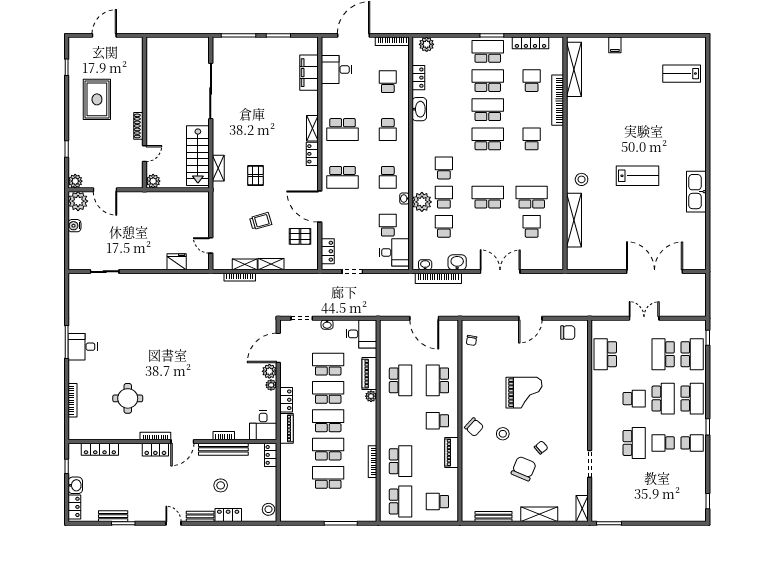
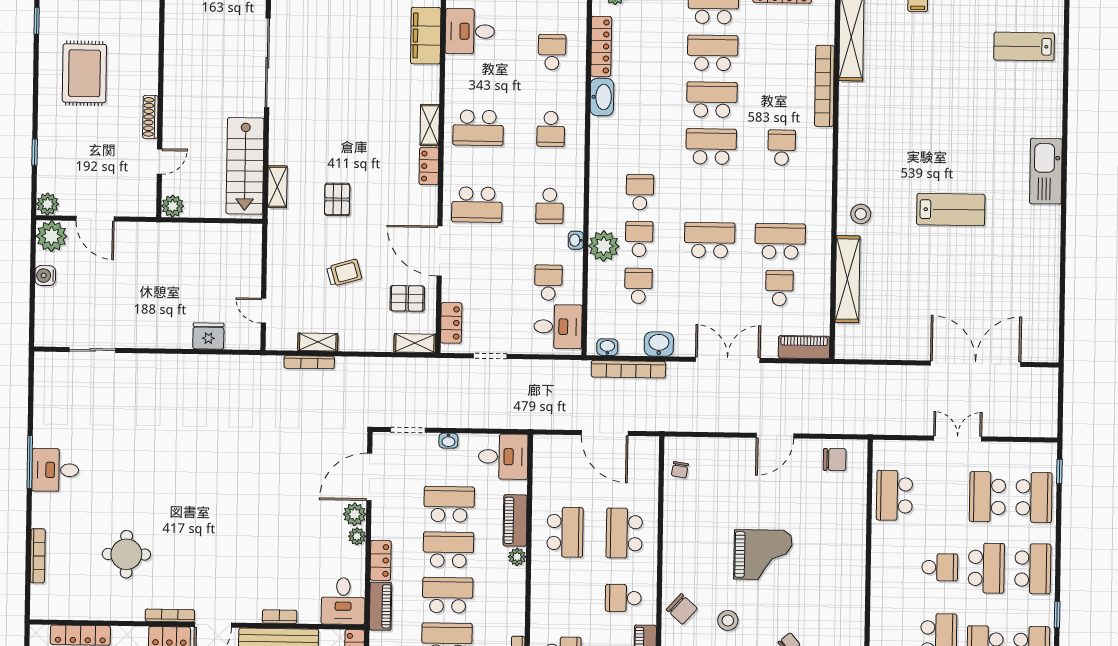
locker: (418, 78) -> (601, 46), width x1.53
school desk: (532, 81) -> (783, 54), removed
kitchen sink: (696, 192) -> (1046, 171), moved
piano: (548, 263) -> (804, 347), added
shelving: (271, 264) -> (415, 343), moved

